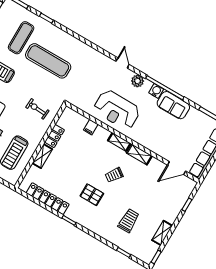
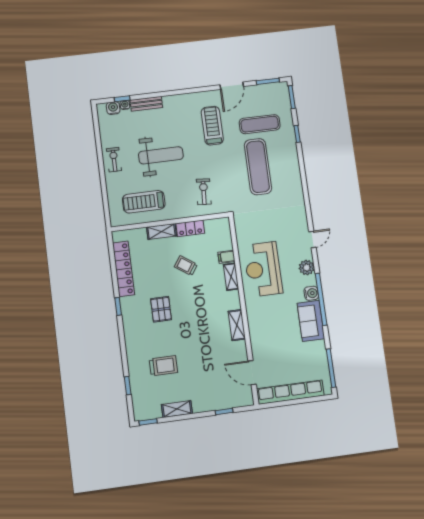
shelving: (119, 142) -> (231, 277), moved
trolley: (114, 175) -> (186, 266), moved

